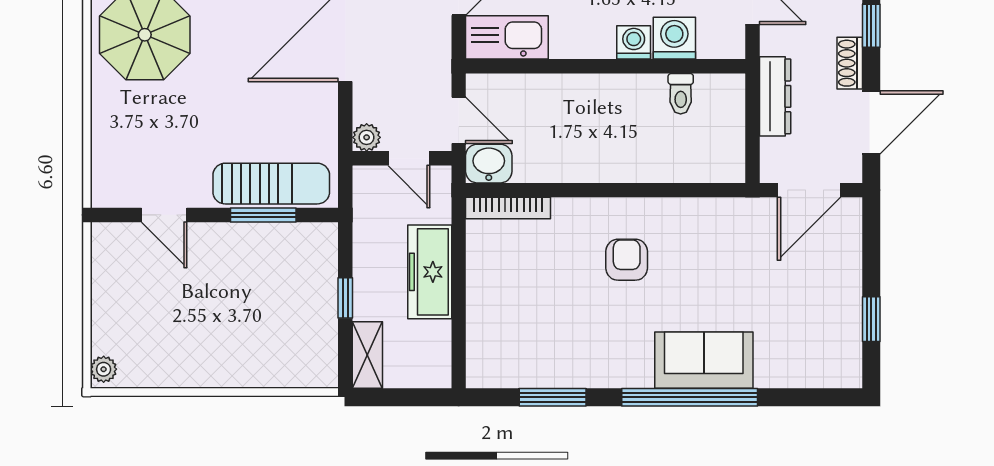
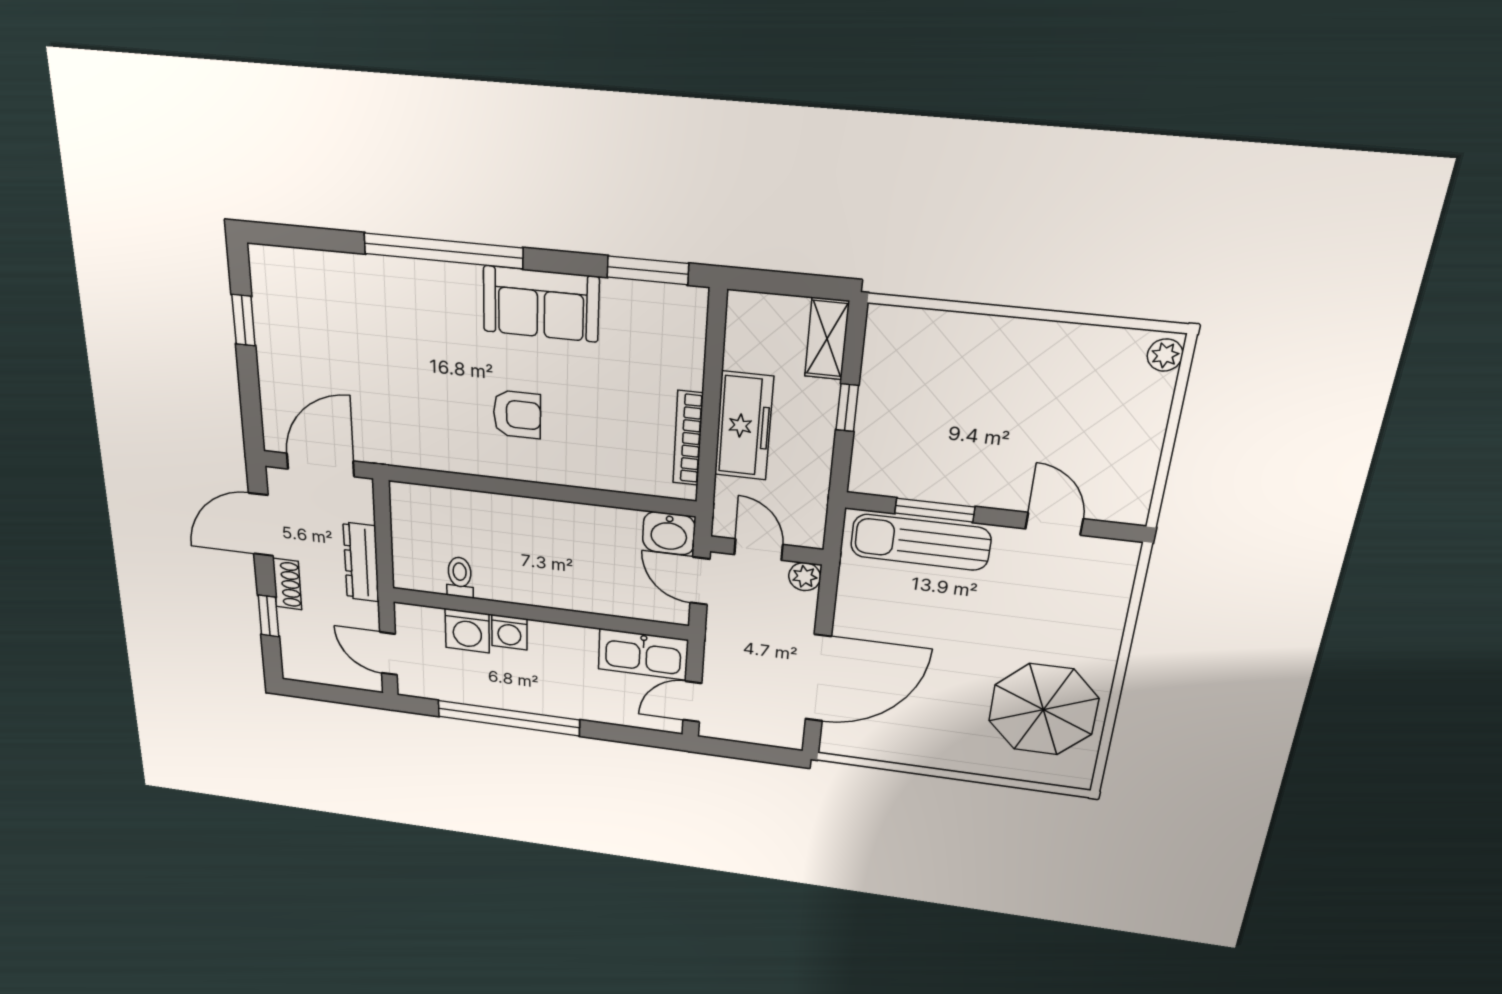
bookcase: (508, 208) -> (688, 438), moved, turned -90
armchair: (627, 260) -> (517, 414), turned -90
sofa: (704, 360) -> (541, 304), moved
window: (553, 397) -> (648, 270), moved

